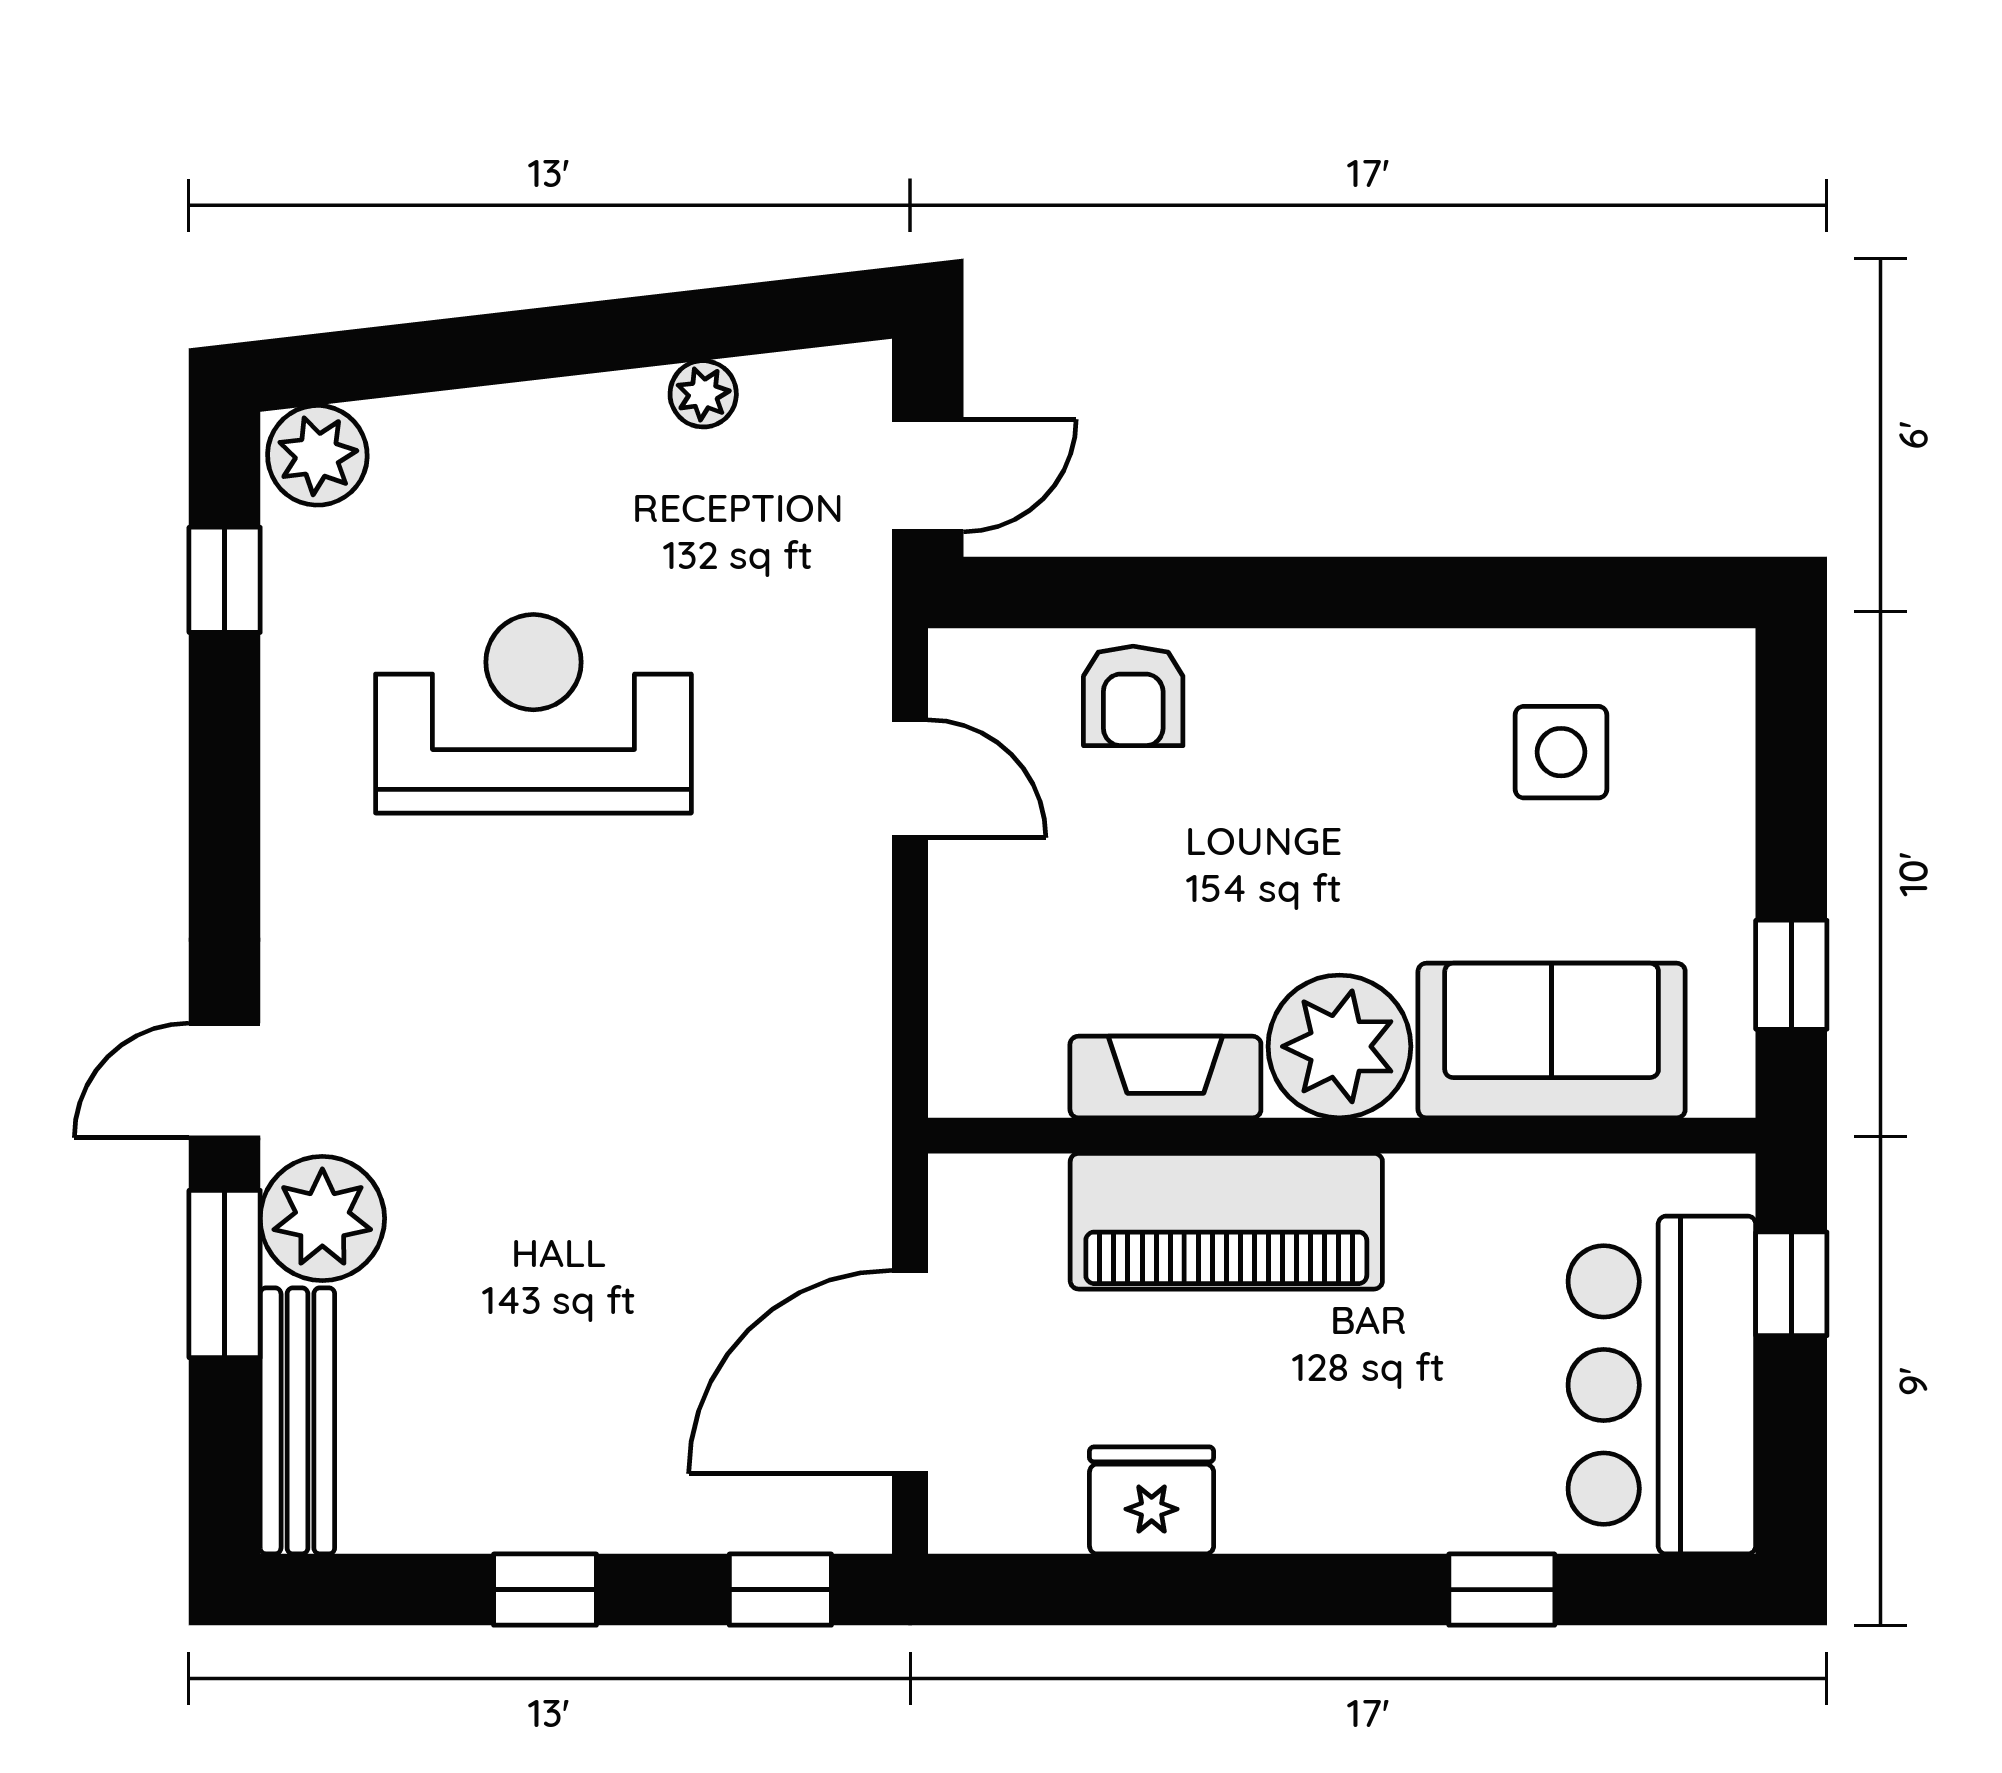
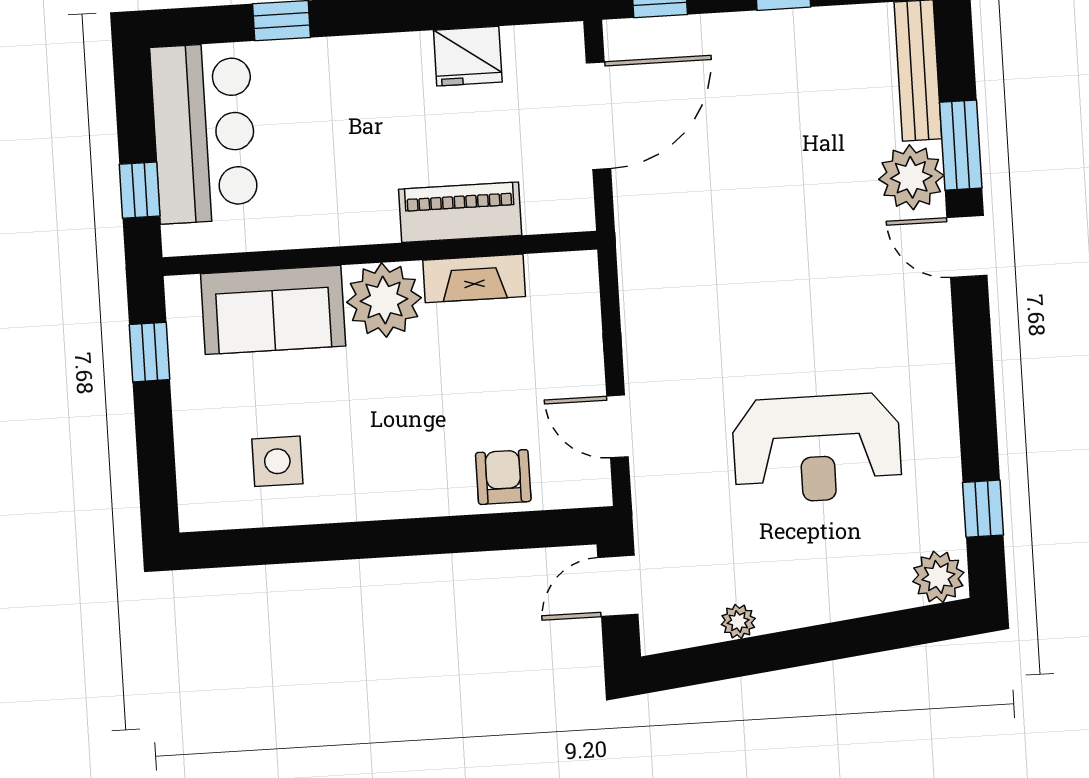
door: (225, 1080) -> (967, 246), swing flipped
piano: (1226, 1221) -> (460, 212), width x0.73, depth x0.75

